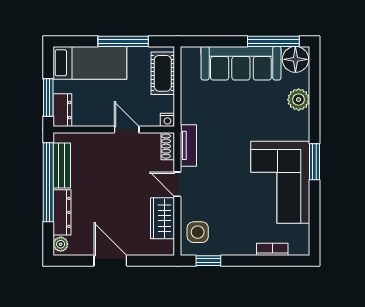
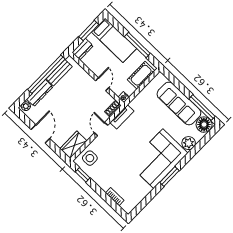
window: (48, 97) -> (89, 31), moved
corner sofa: (280, 182) -> (158, 159), moved
wardrobe: (163, 218) -> (73, 145), moved

